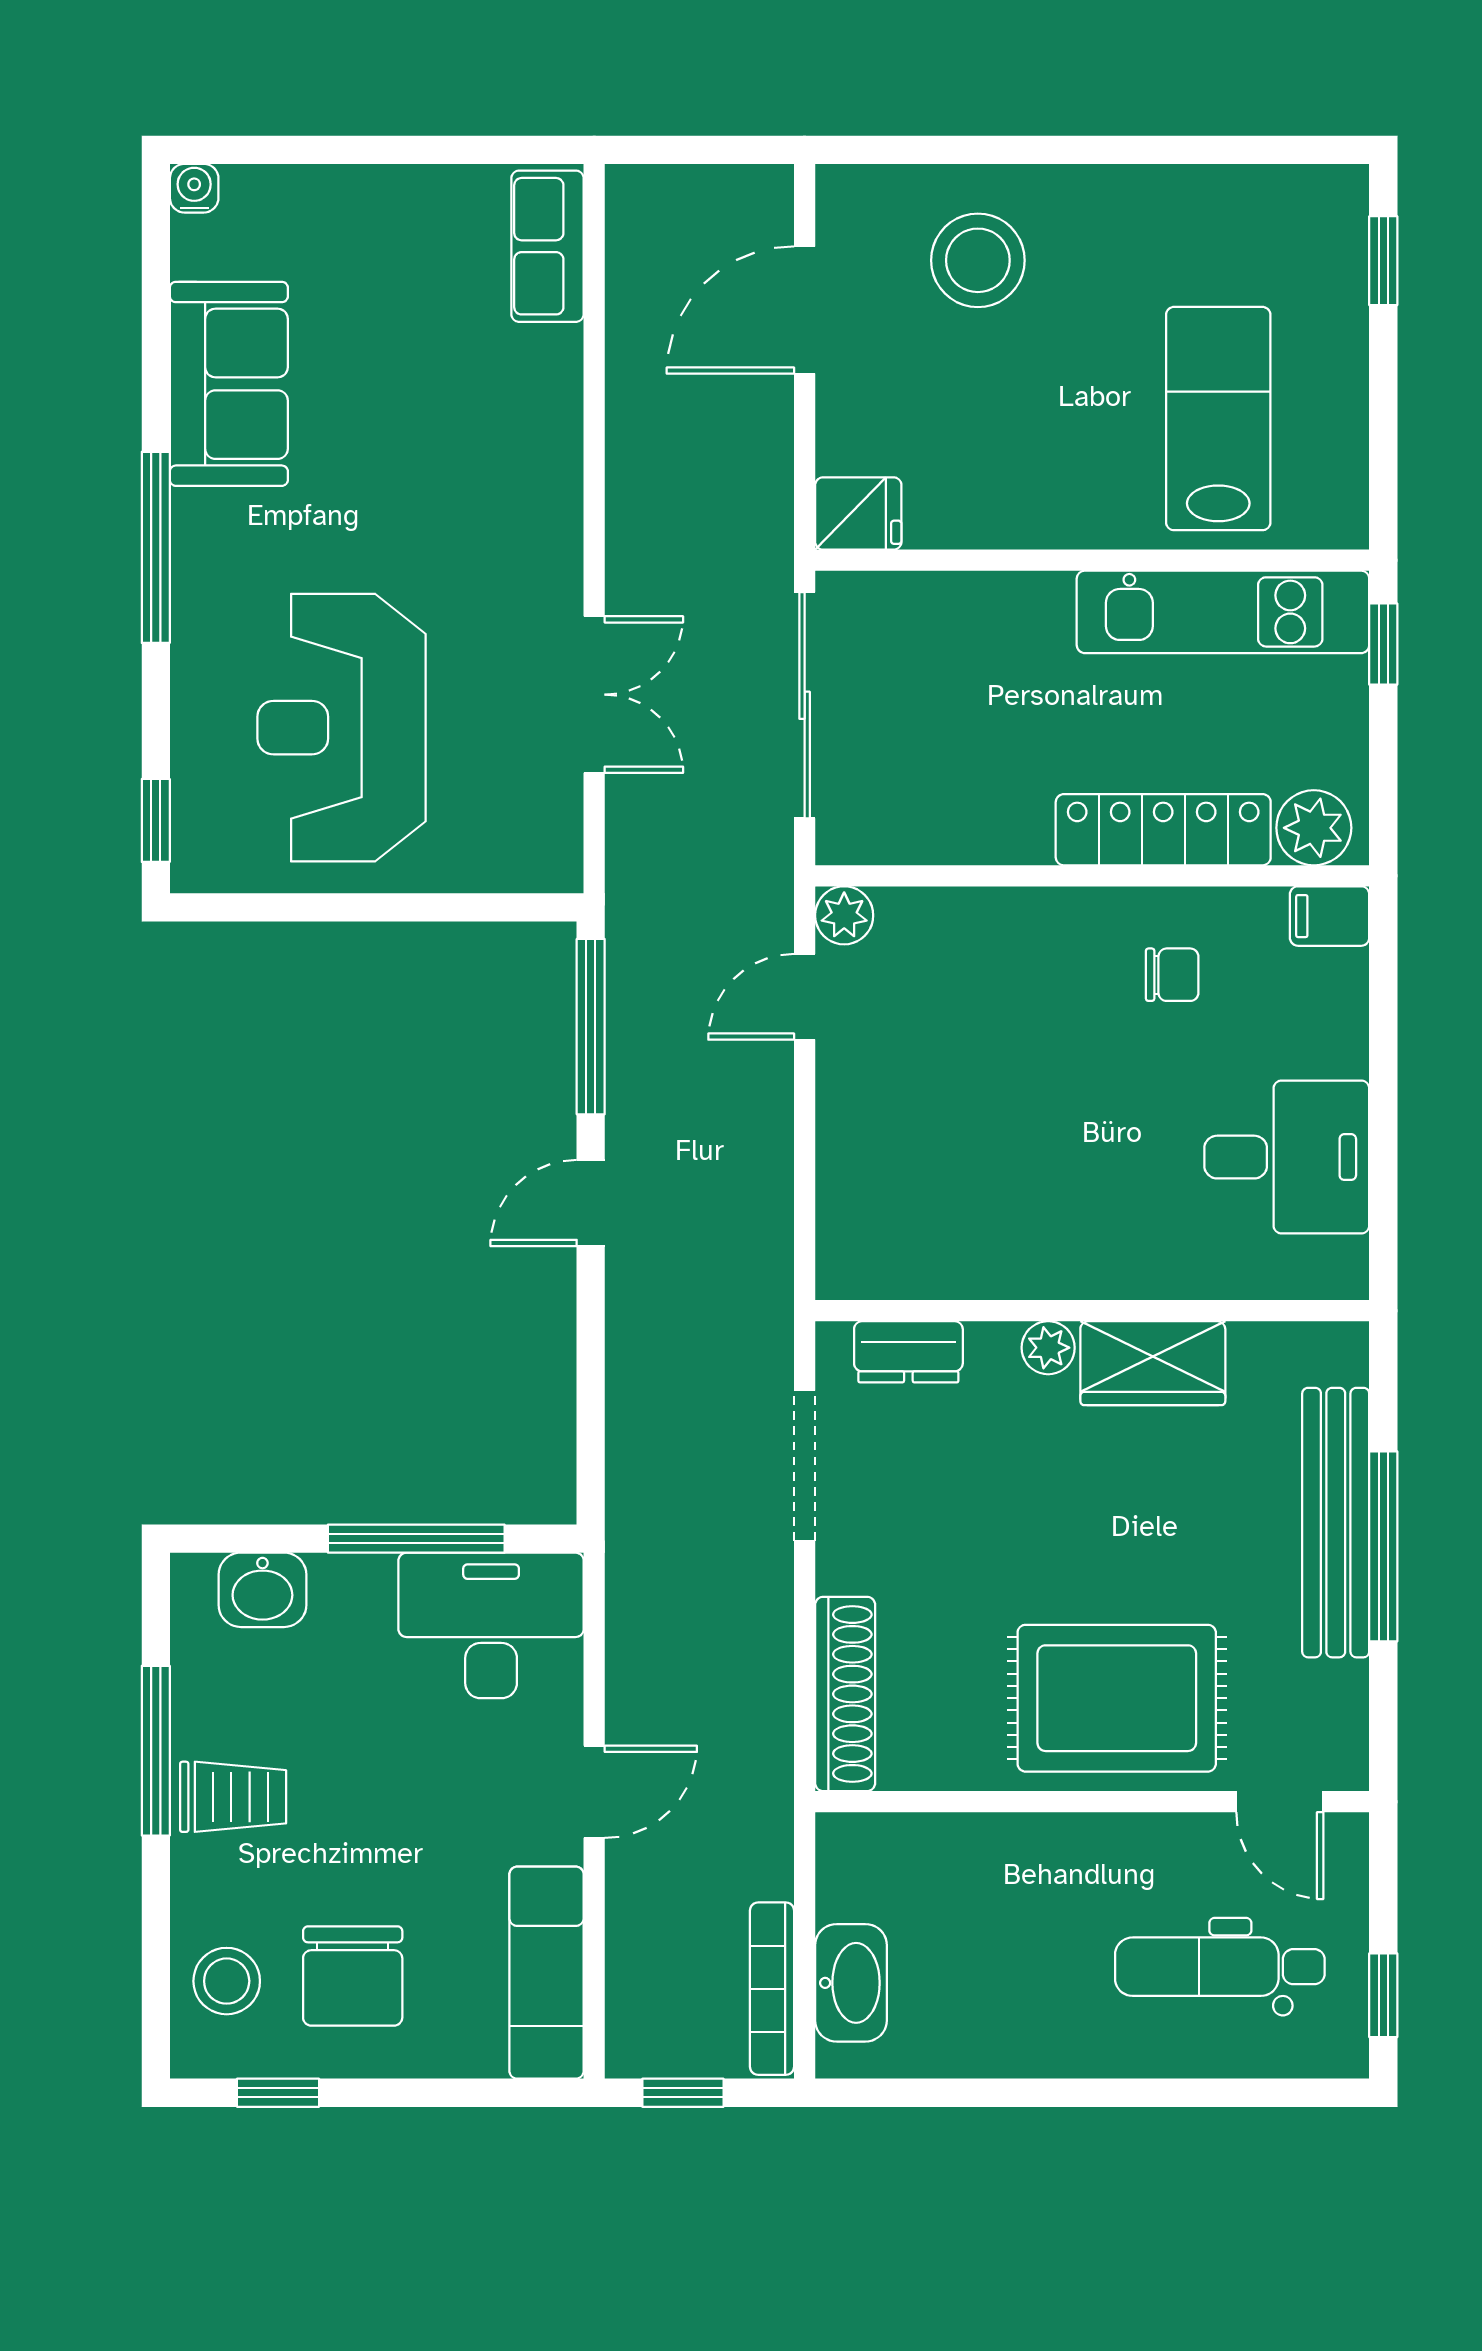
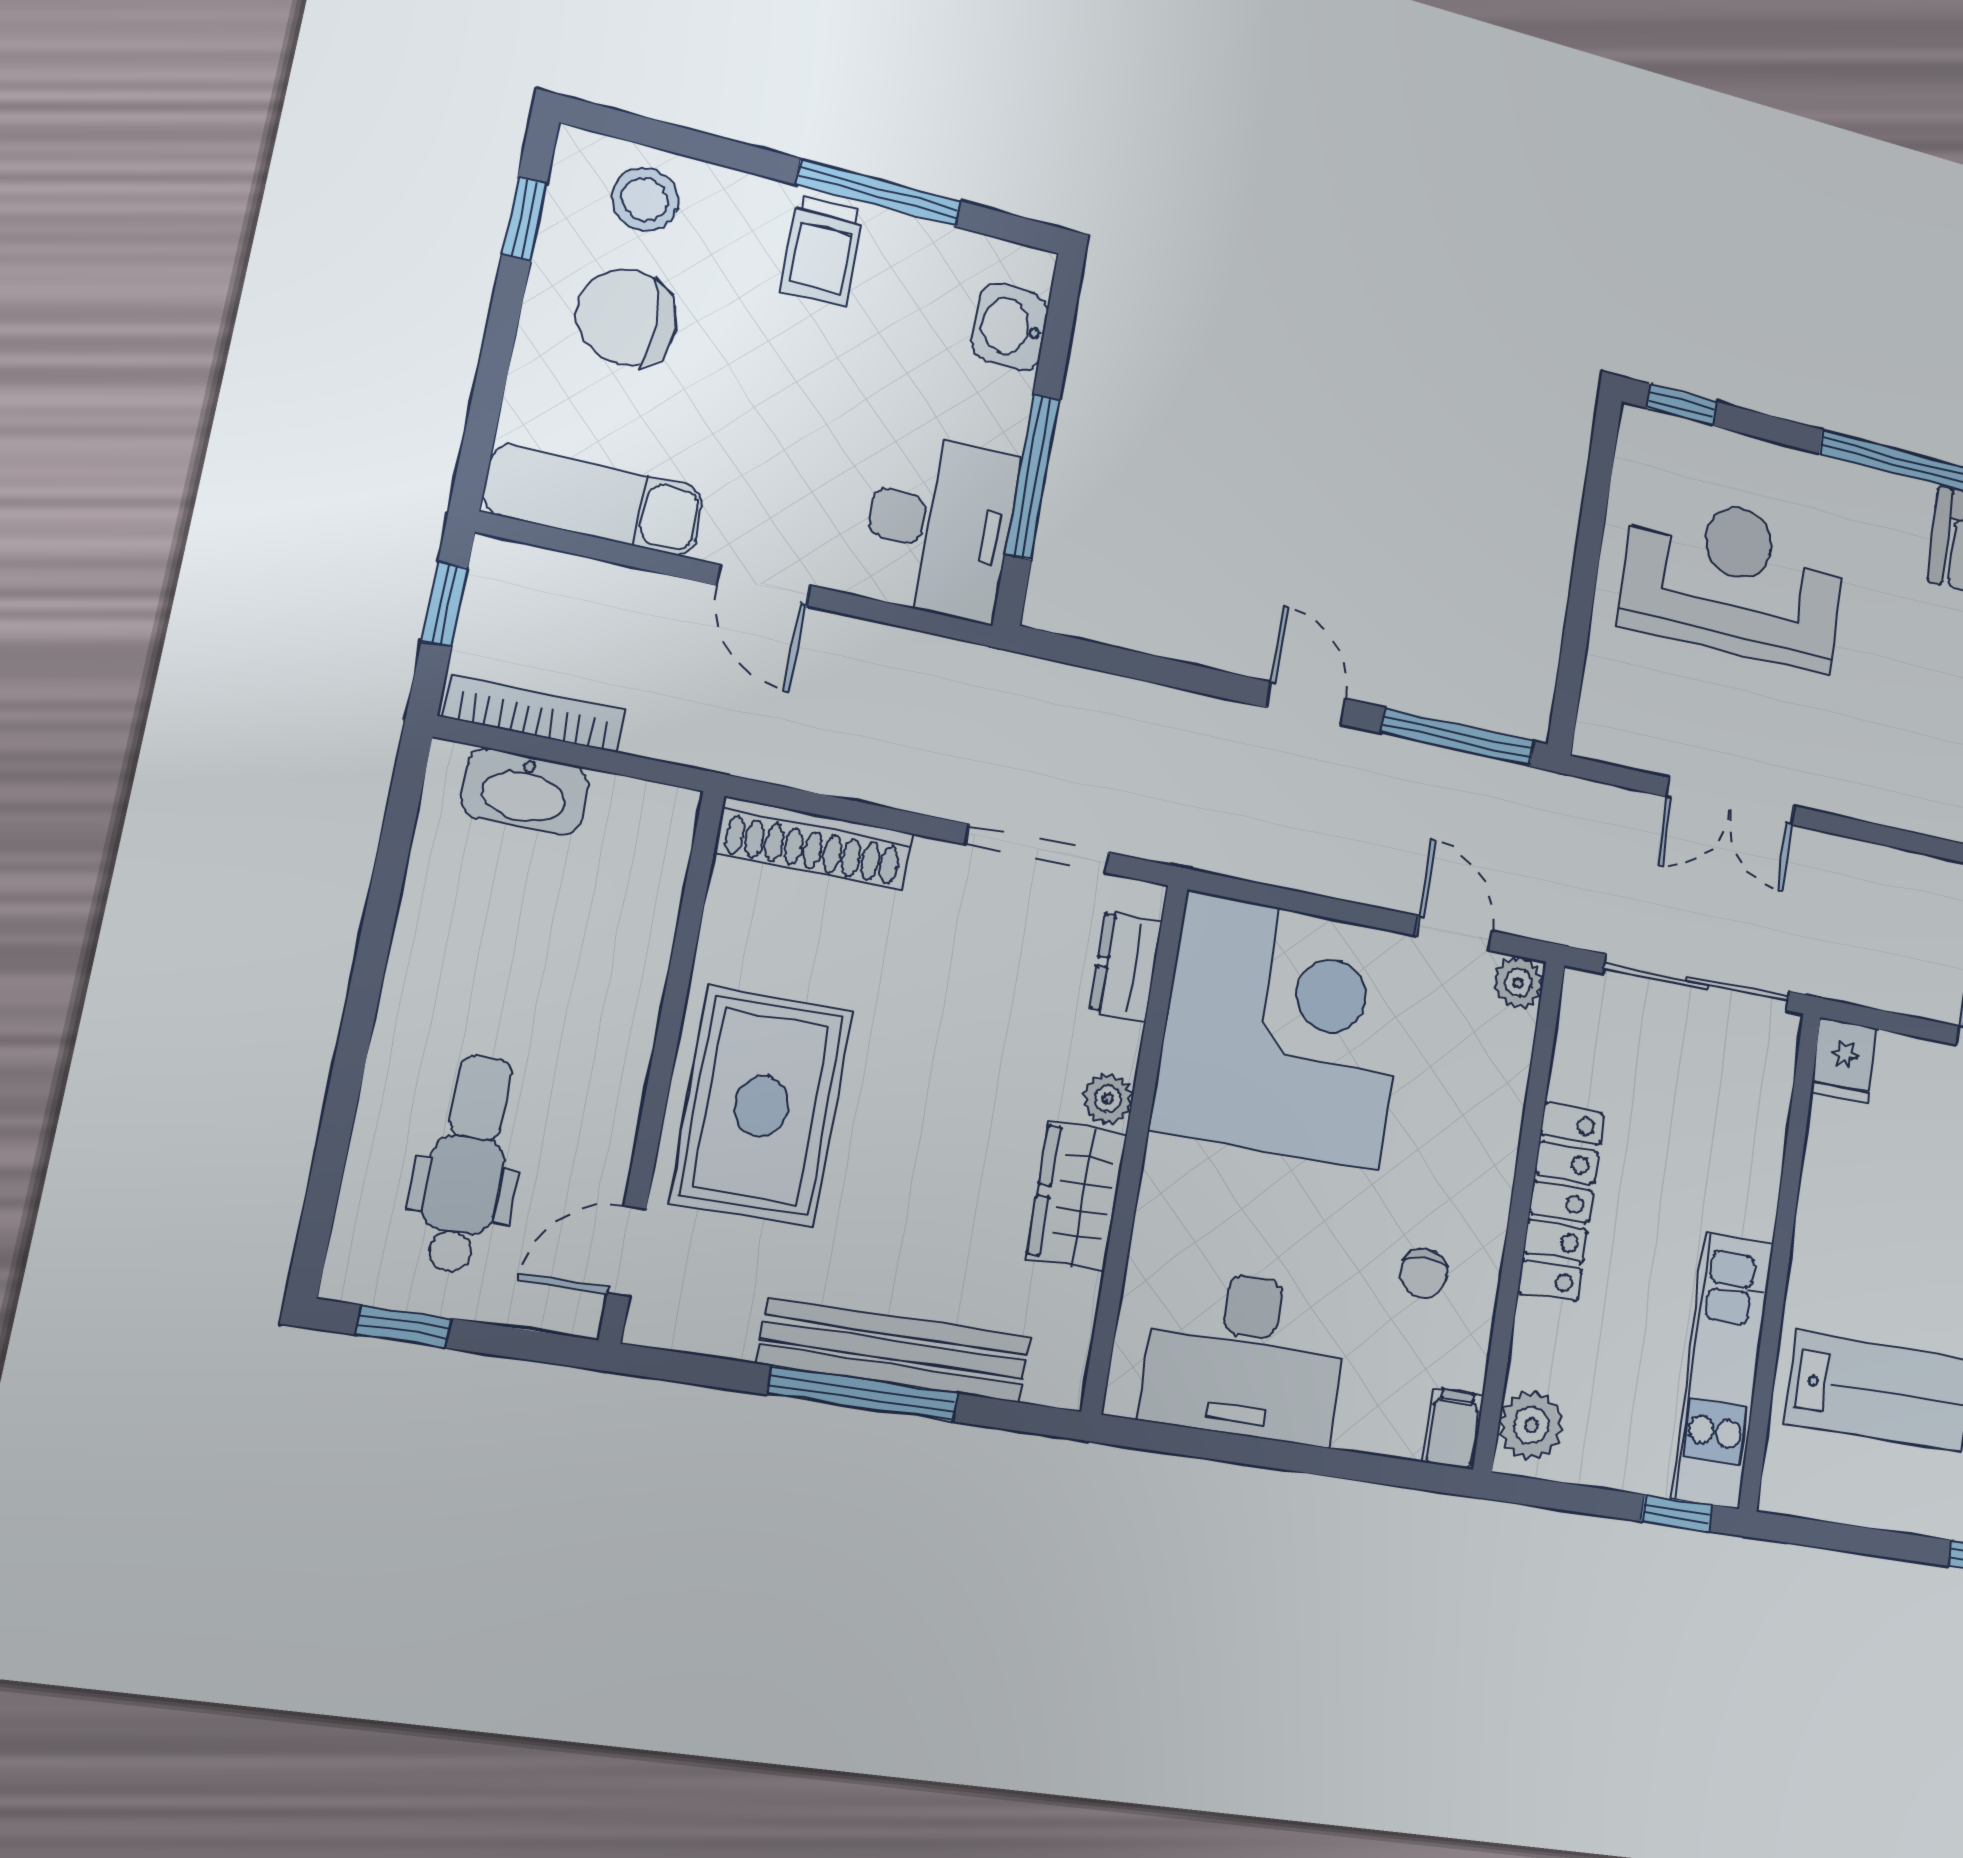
locker: (1163, 830) -> (1561, 1202), moved
desk: (1287, 1157) -> (1245, 1355), width x1.37
corner desk: (944, 1171) -> (1283, 1031), added

